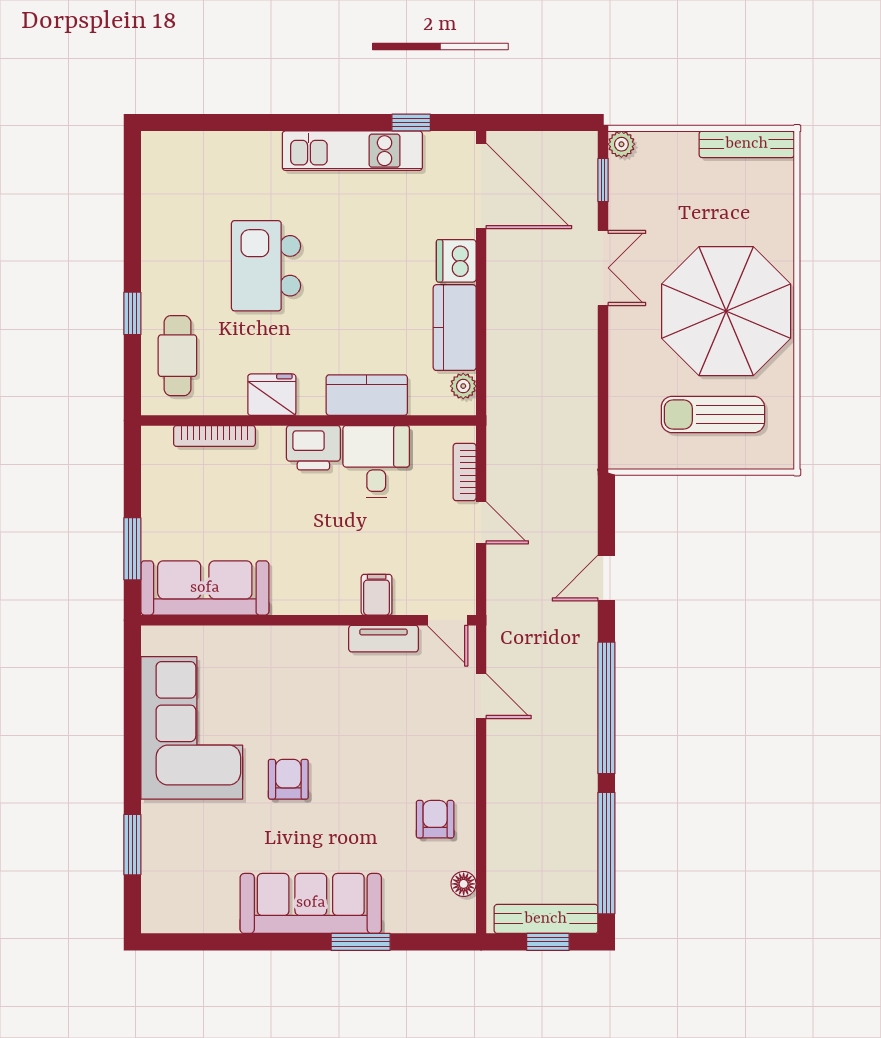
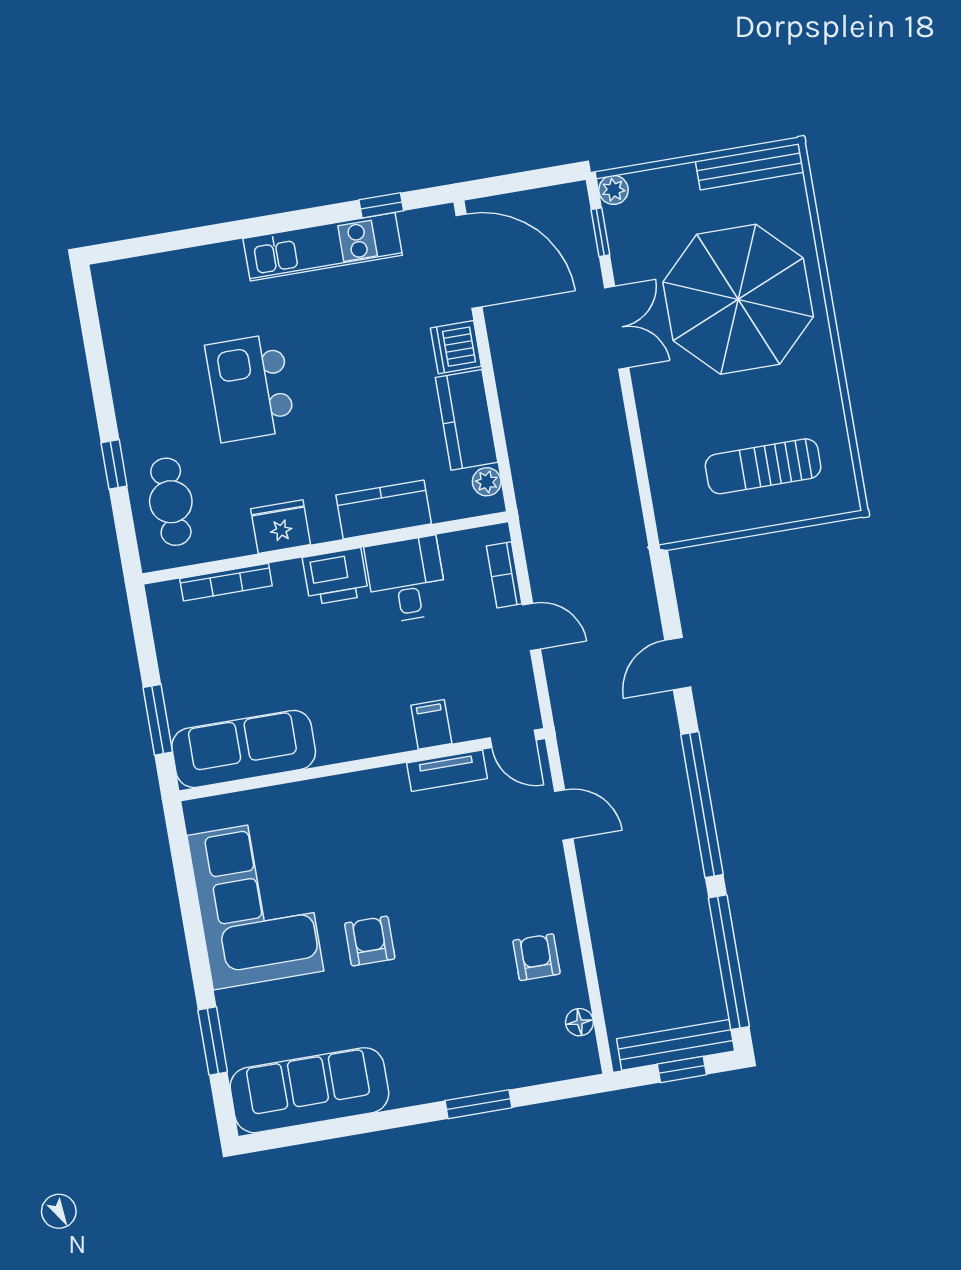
parasol: (726, 311) -> (738, 299), moved
sofa: (311, 903) -> (309, 1090), moved

